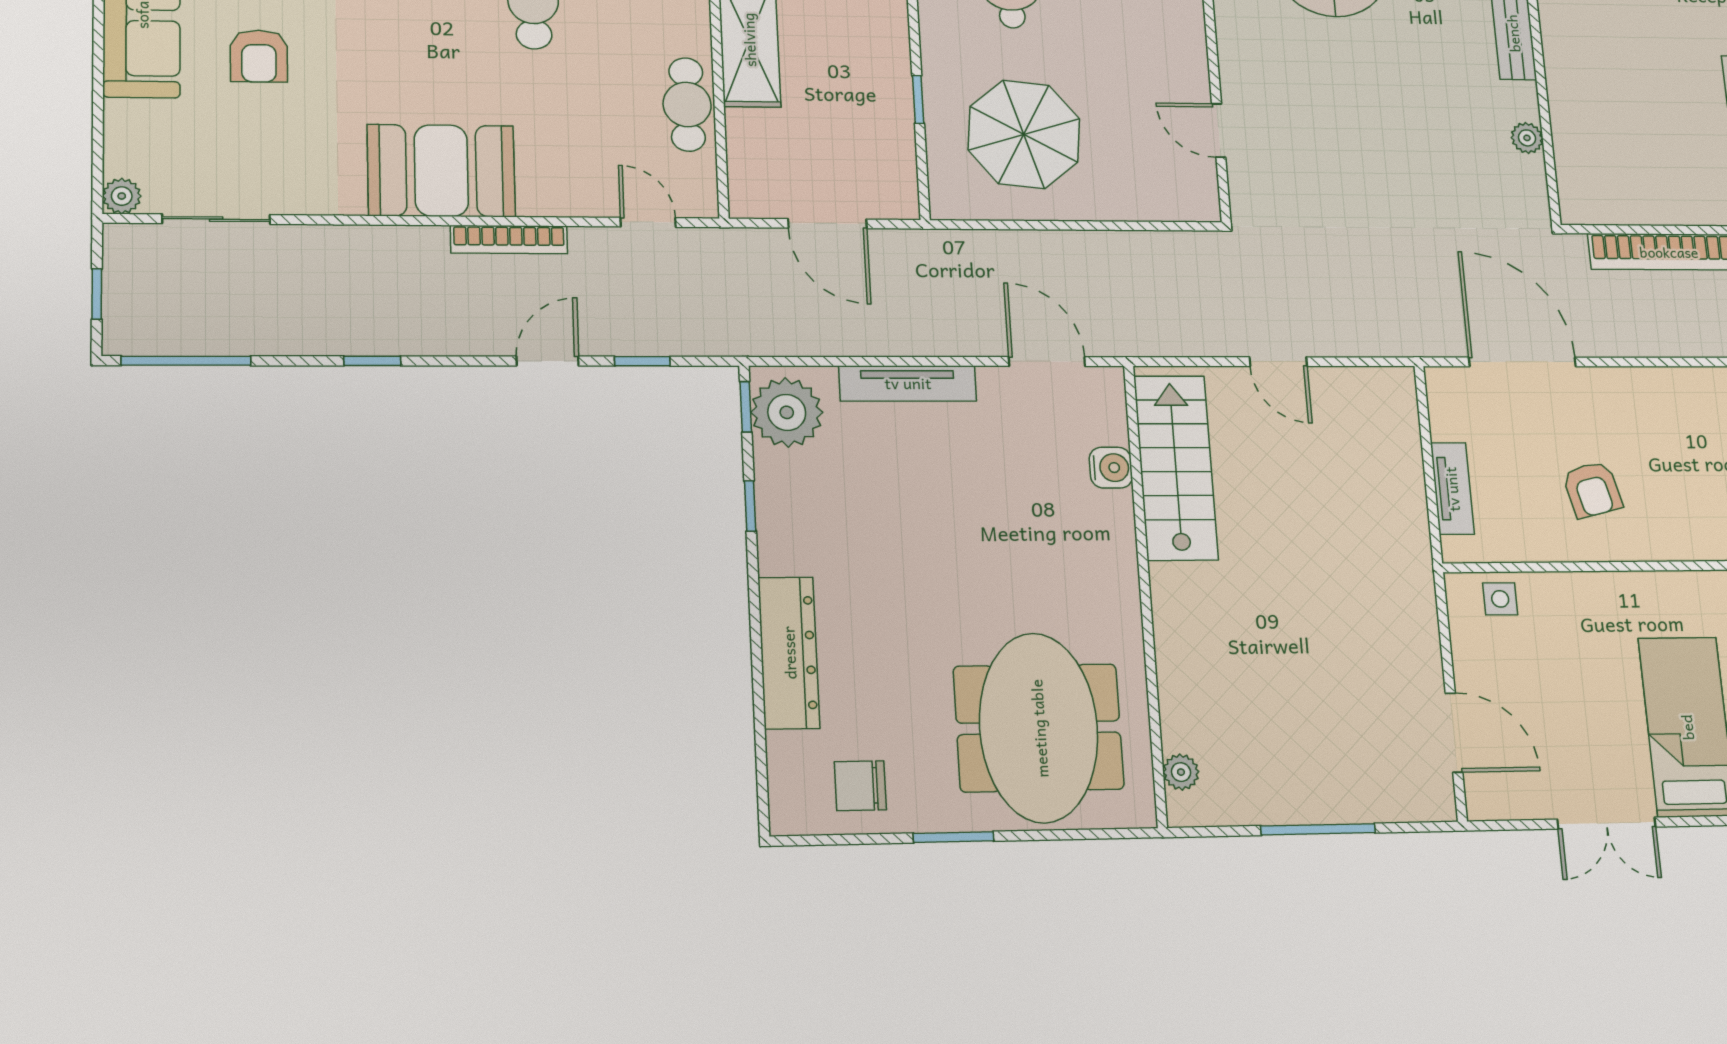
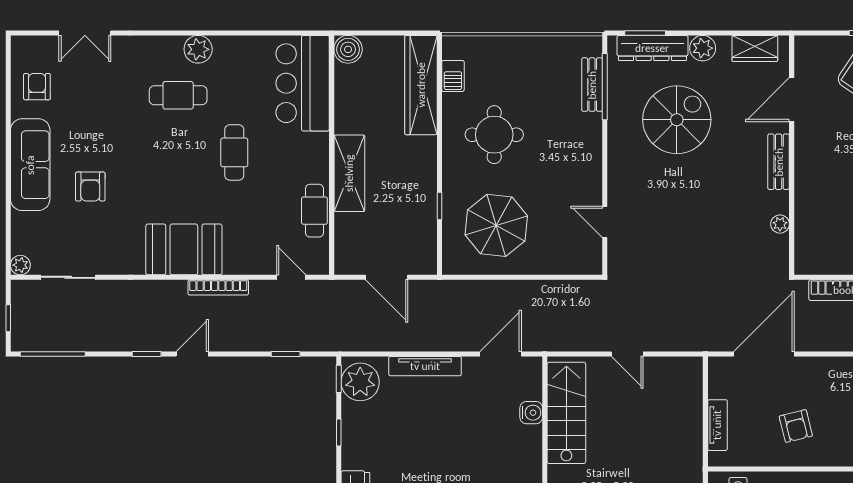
door: (548, 361) -> (192, 354), moved
door: (1047, 361) -> (501, 354), hinge flipped
door: (1522, 362) -> (764, 354), hinge flipped

